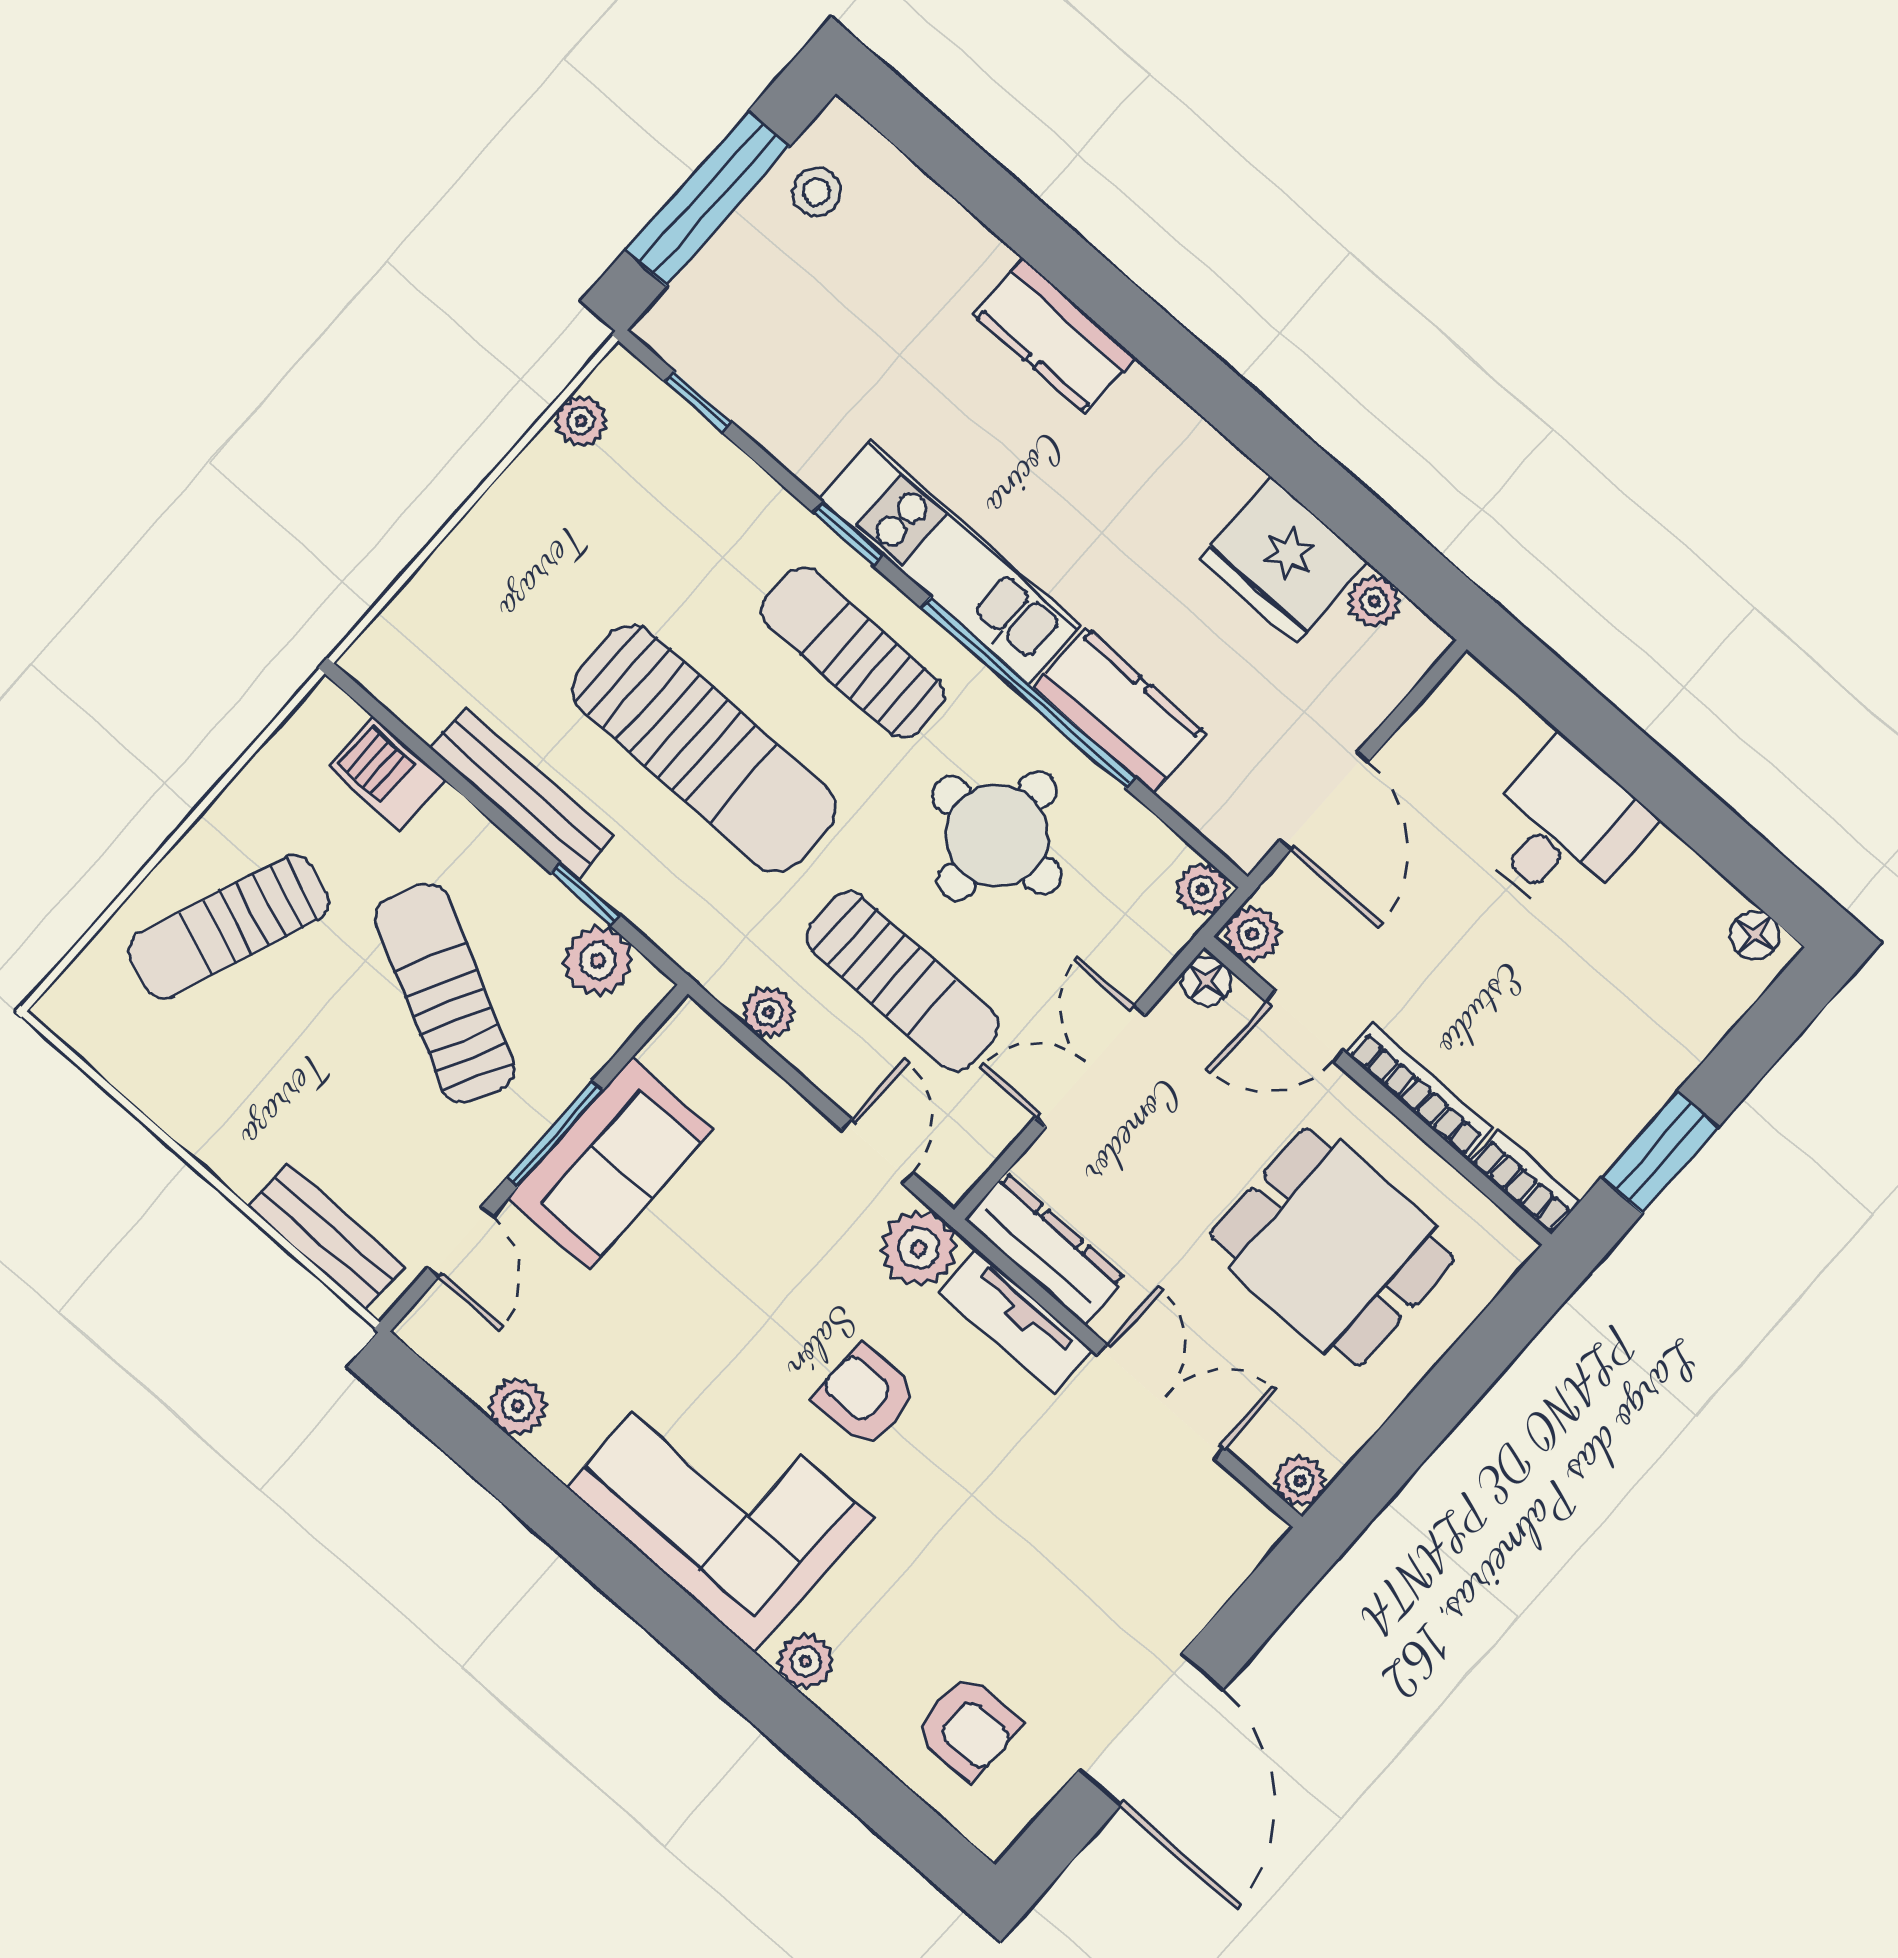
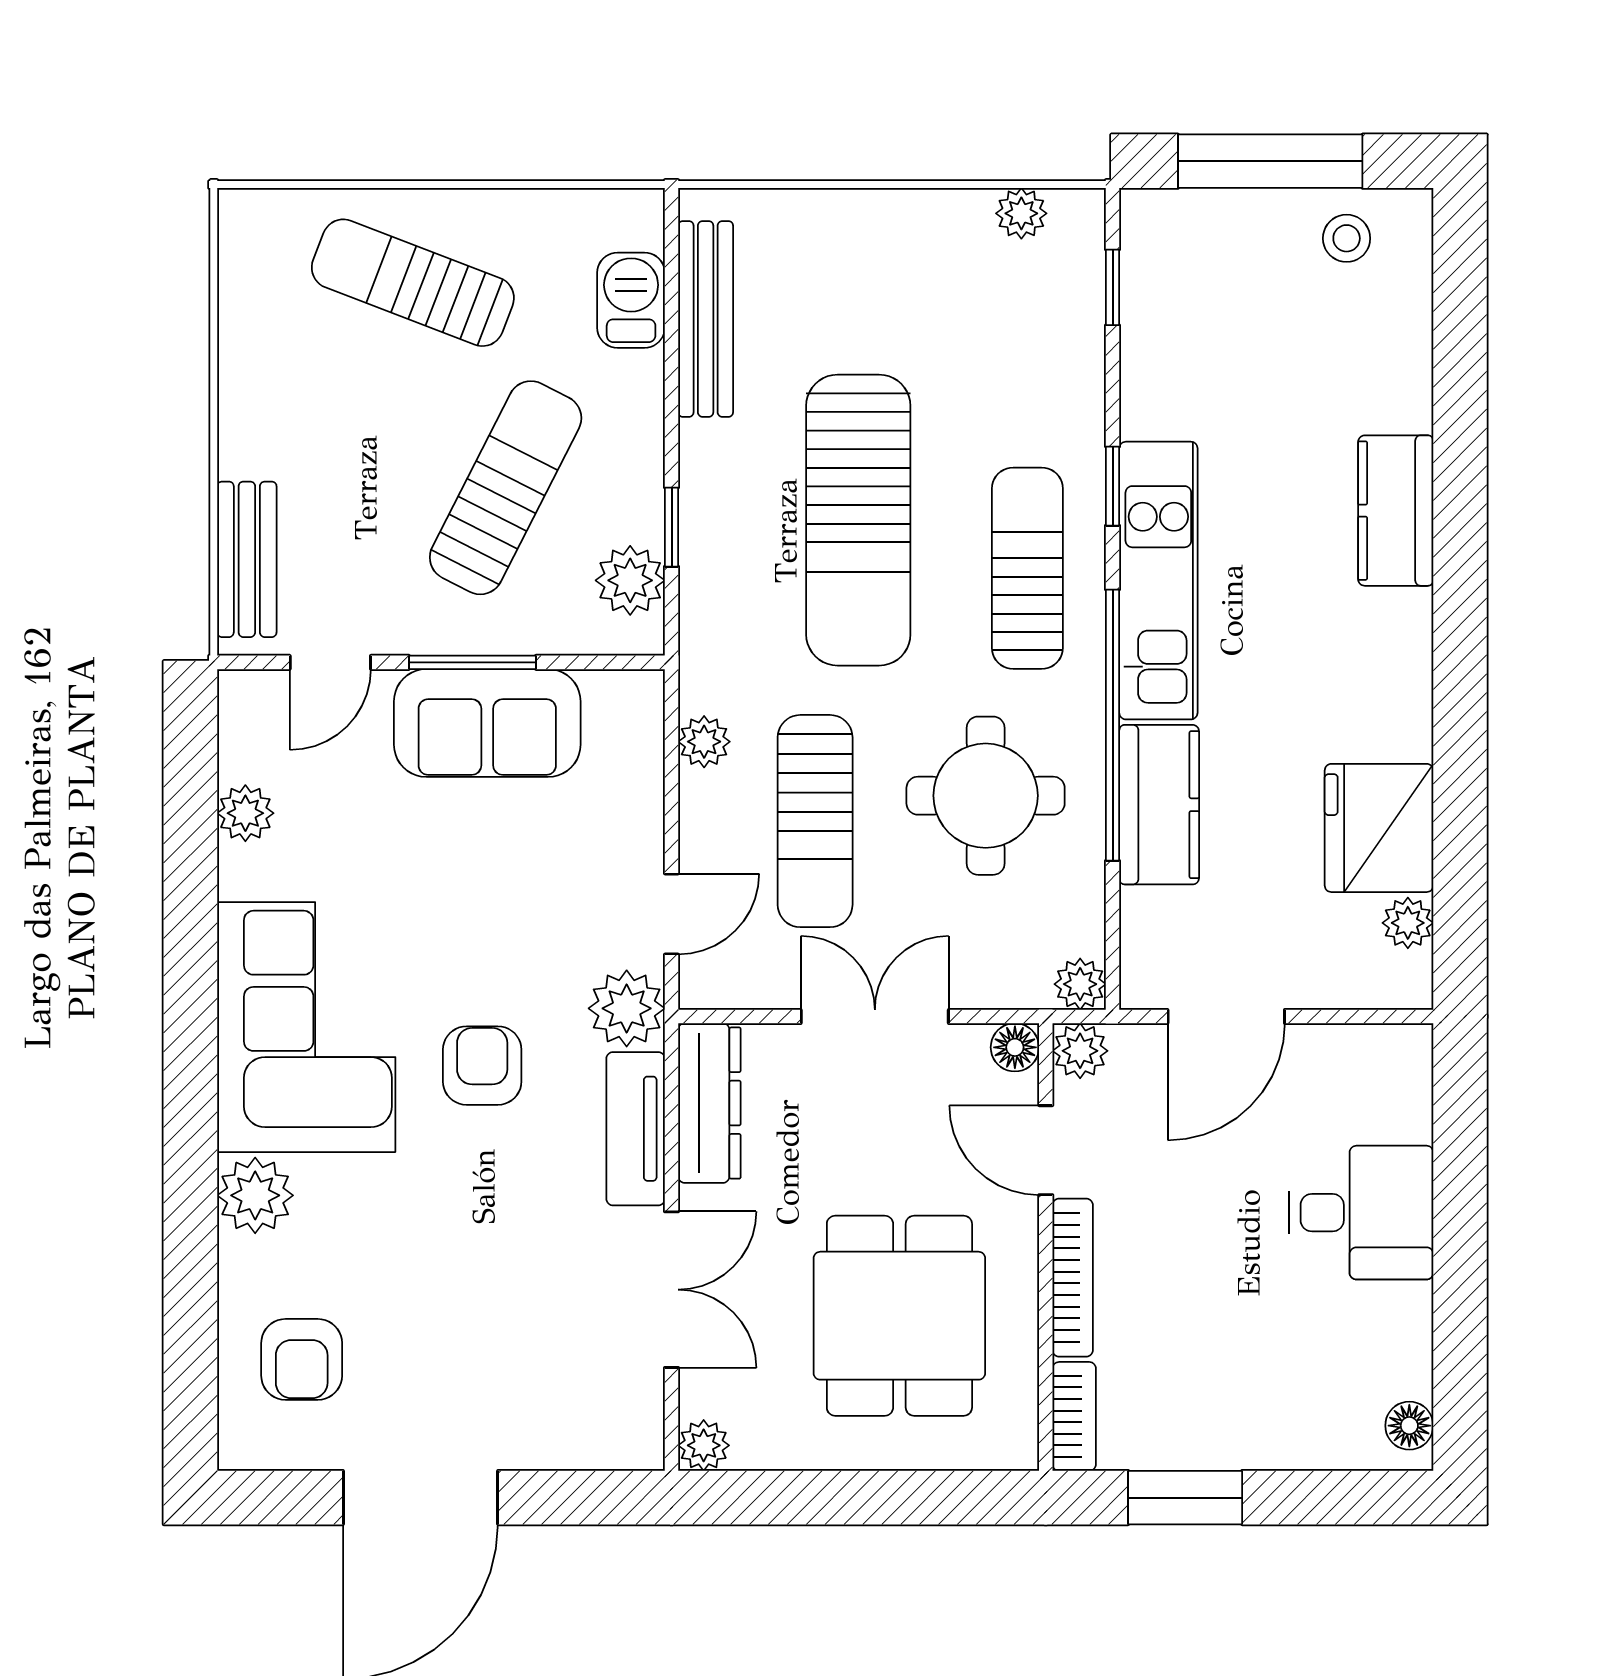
bench: (522, 792) -> (706, 319), moved
plant: (806, 1661) -> (255, 1195), width x1.38, depth x1.38

